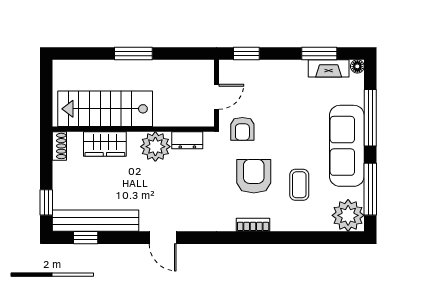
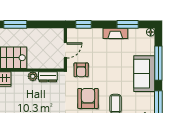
fireplace: (329, 68) -> (115, 33), moved
sofa: (347, 146) -> (144, 74), width x0.73
plant: (155, 147) -> (33, 76), width x0.53, depth x0.53

